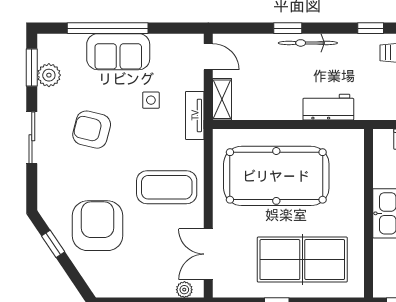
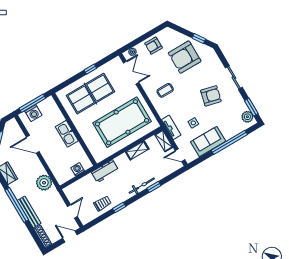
sofa: (118, 52) -> (208, 142), moved
plant: (49, 75) -> (247, 117), moved
workbench: (328, 107) -> (105, 171), moved
shelving: (279, 110) -> (137, 150), added
coffee table: (167, 187) -> (165, 90), width x0.54, depth x0.58
armchair: (97, 226) -> (185, 57), turned 90
armchair: (141, 279) -> (153, 46), added

